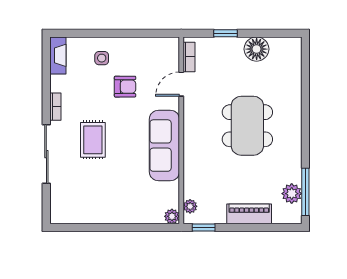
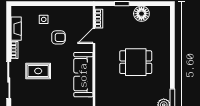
fireplace: (58, 55) -> (16, 29), moved
dining table: (247, 126) -> (136, 62), width x0.73
rug: (93, 140) -> (38, 71), turned 90

